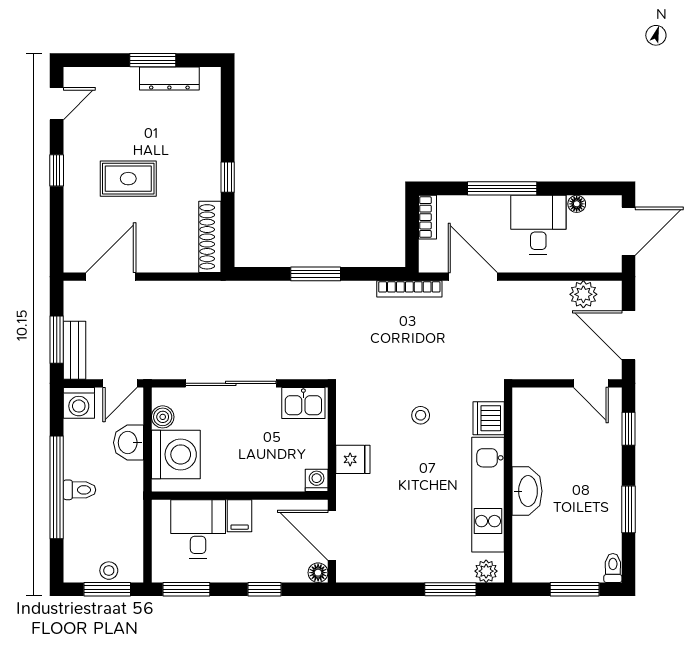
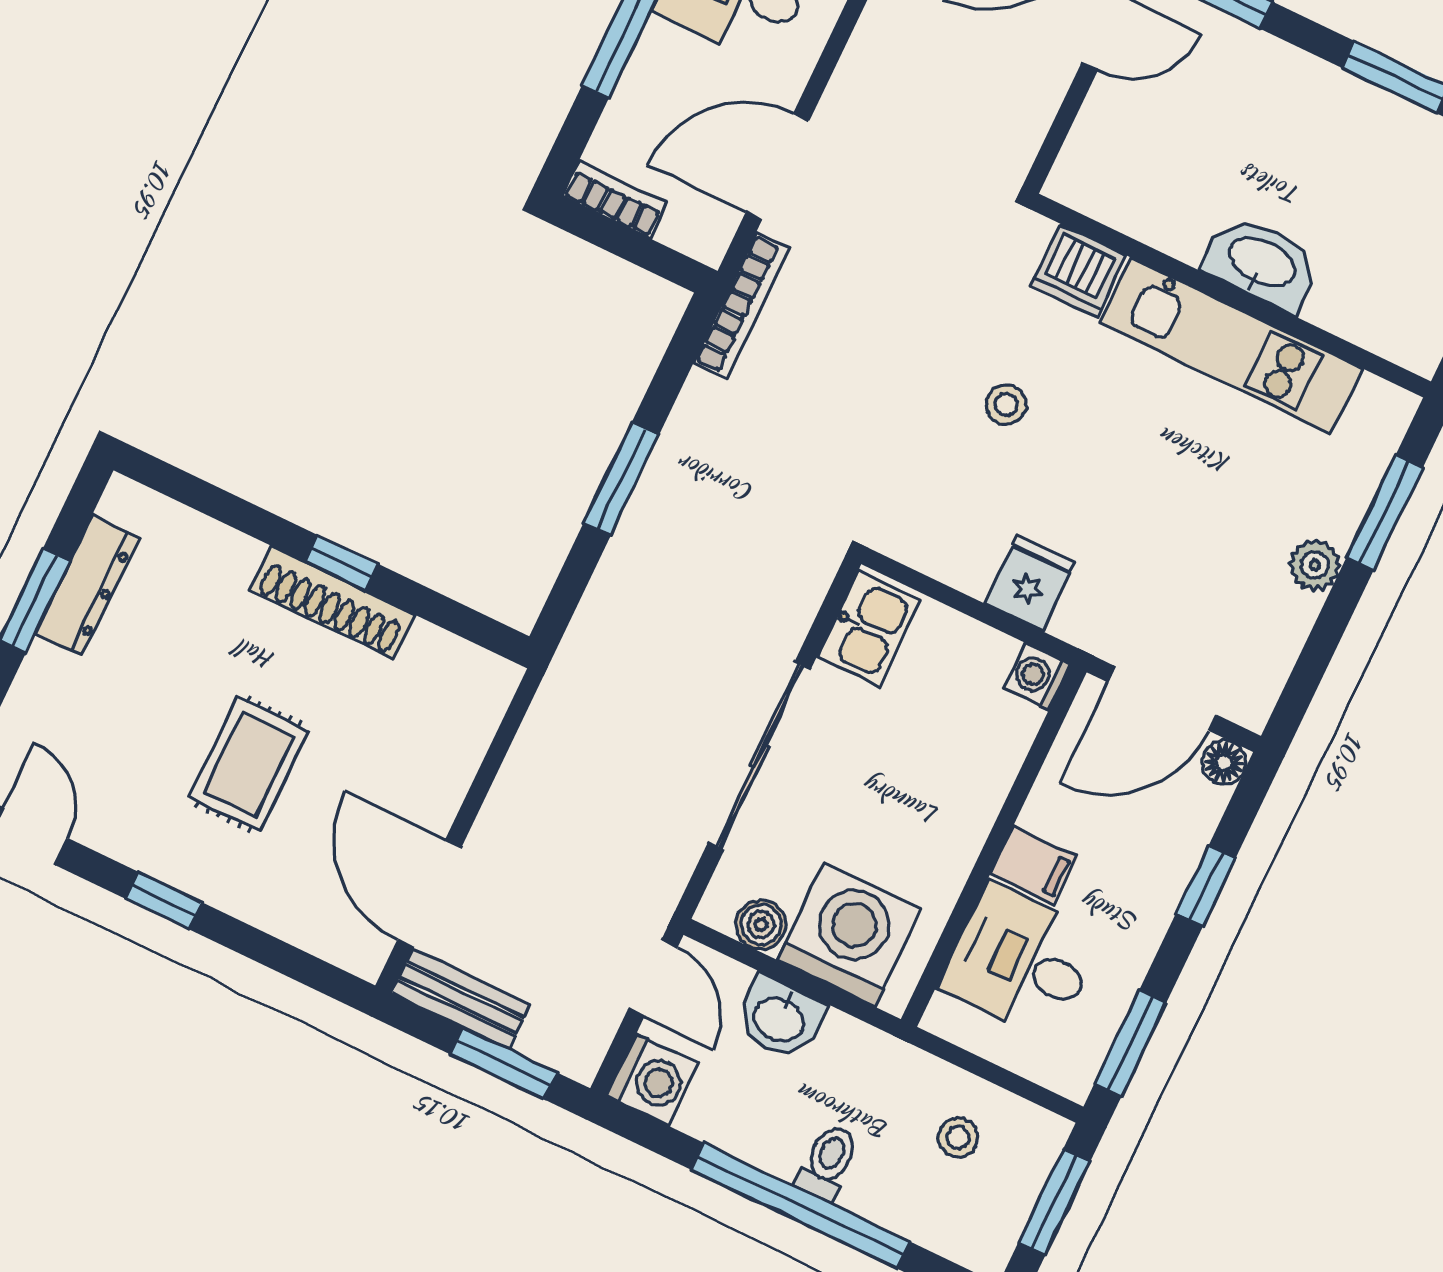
shoe rack: (210, 237) -> (332, 602), moved
bench: (74, 350) -> (461, 999), moved
stool: (109, 571) -> (958, 1137), moved
plant: (486, 571) -> (1315, 565), moved

